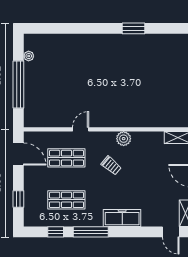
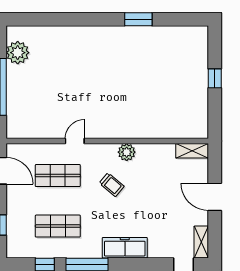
plant: (29, 56) -> (18, 53), width x1.87, depth x1.87

